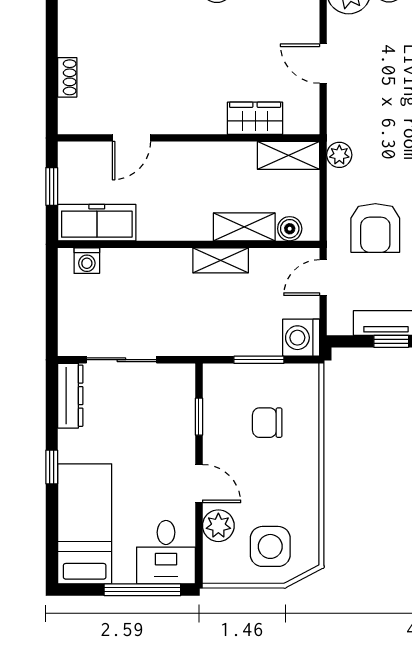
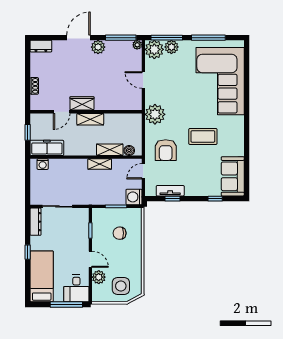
wardrobe: (255, 118) -> (82, 103), moved
shelving: (289, 155) -> (90, 119), moved
plant: (339, 155) -> (155, 114), width x1.87, depth x1.87

